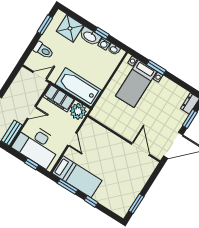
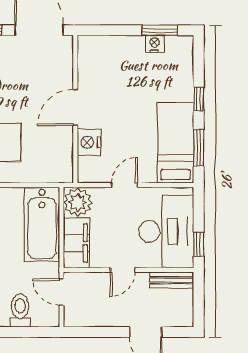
door: (32, 112) -> (123, 270), swing flipped
nightstand: (104, 135) -> (89, 143), added
door: (140, 149) -> (75, 107), moved
window: (32, 164) -> (199, 244), moved
nightstand: (131, 197) -> (155, 44), added

